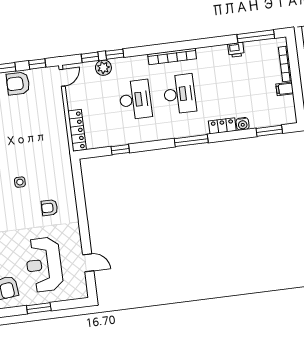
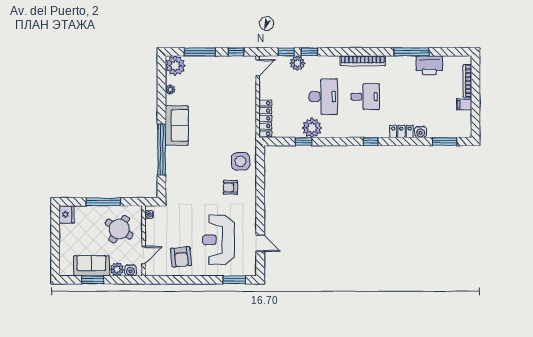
window: (256, 36) -> (412, 52), moved
printer: (236, 50) -> (429, 65), width x1.87, depth x1.48
armchair: (18, 83) -> (216, 68), removed
desk: (180, 94) -> (365, 97), width x0.73
plant: (127, 134) -> (312, 128), added
window: (191, 141) -> (371, 142), width x0.46
side table: (20, 182) -> (240, 161), moved, width x1.87, depth x1.87
window: (39, 308) -> (234, 280), moved

